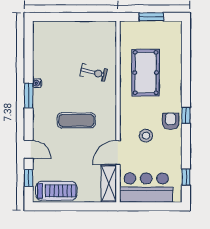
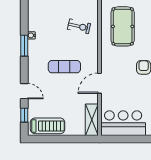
stool: (146, 136) -> (123, 79), removed
door: (118, 153) -> (99, 83), moved

